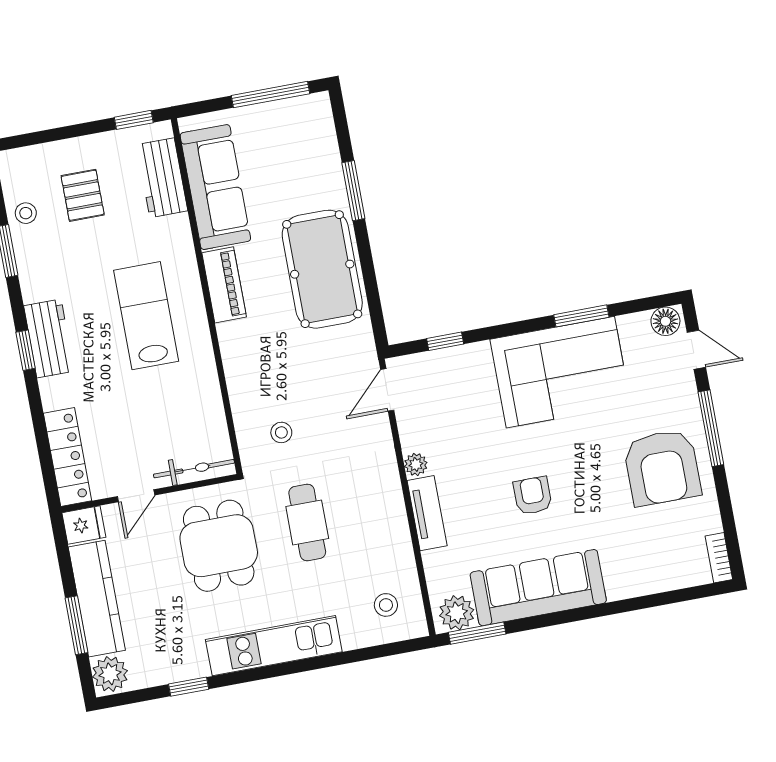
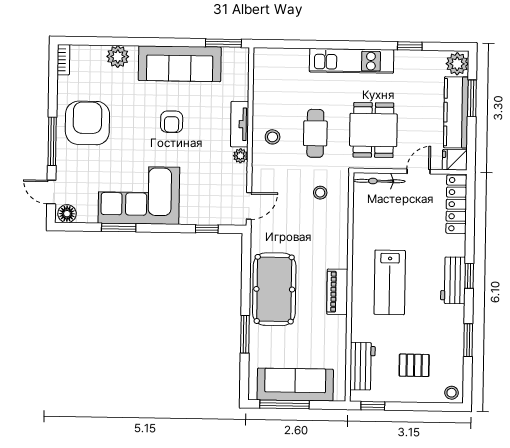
sofa: (215, 187) -> (295, 385), moved, turned 90
pallet: (83, 195) -> (414, 365), turned 90
stool: (26, 213) -> (452, 393), moved
stool: (386, 605) -> (273, 137), moved
plant: (457, 613) -> (118, 57), moved

